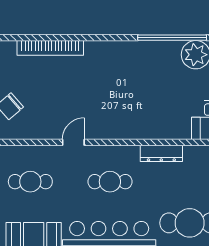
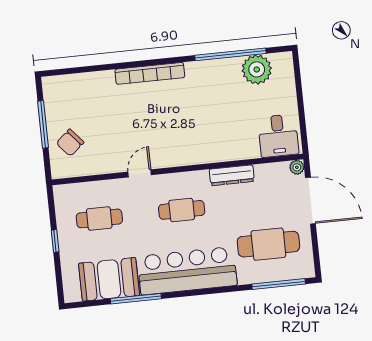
bookcase: (50, 48) -> (150, 73), moved

